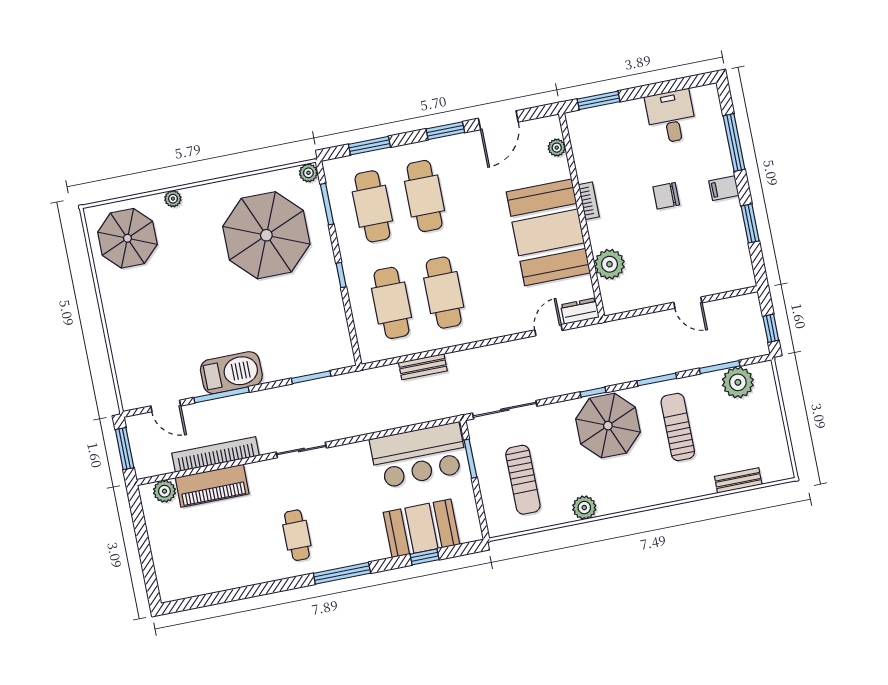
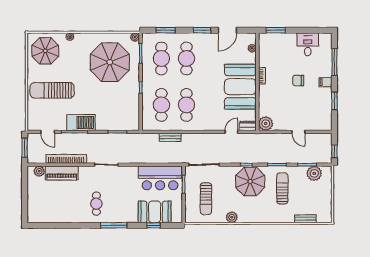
plant: (610, 264) -> (266, 123), moved
sun lounger: (158, 318) -> (52, 90), added

